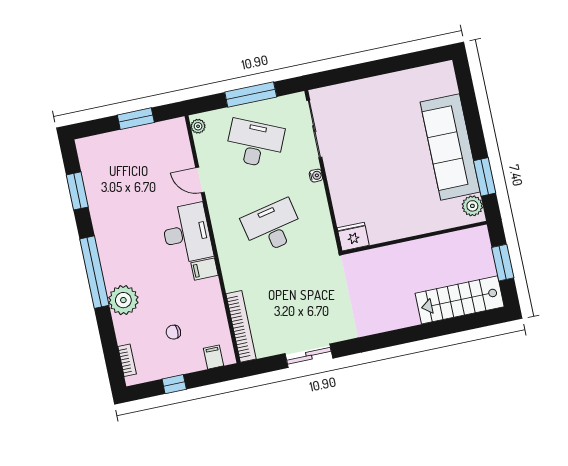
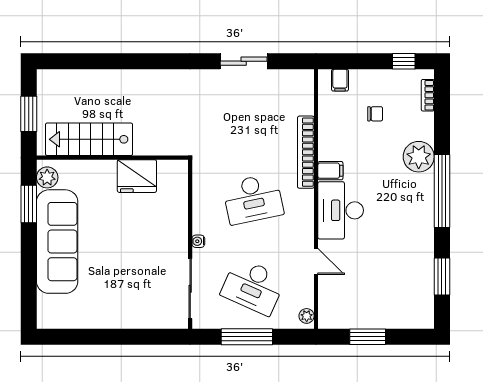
fridge: (353, 237) -> (137, 176), moved, width x1.36, depth x1.34
stairs: (460, 300) -> (89, 139), moved, turned 180
bookcase: (241, 326) -> (306, 152), moved
window: (174, 384) -> (404, 61), moved

